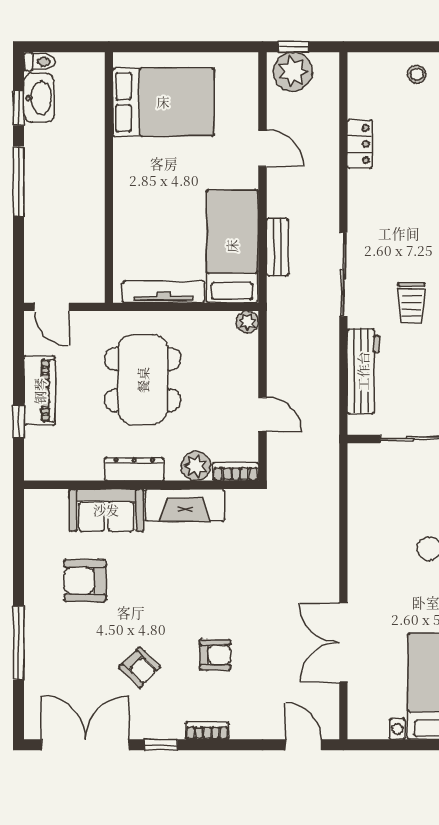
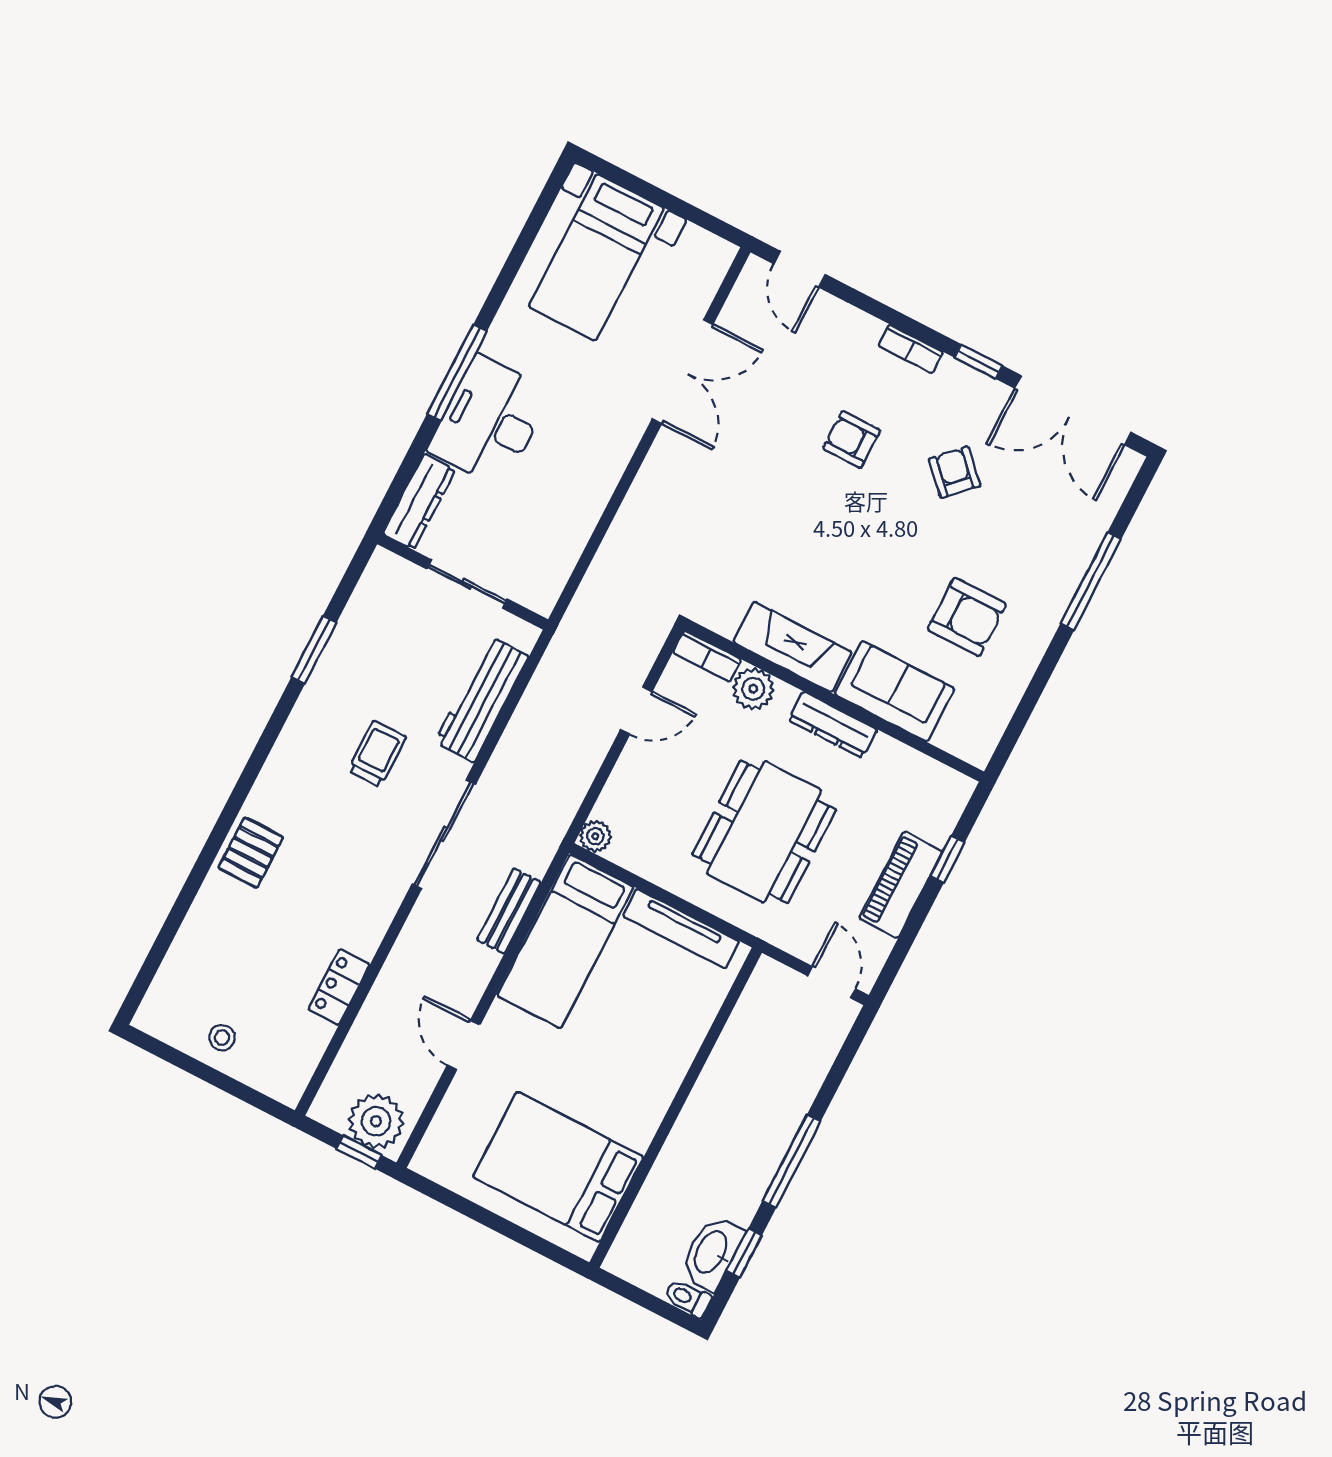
door: (262, 414) -> (636, 711), swing flipped

